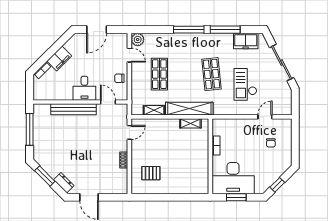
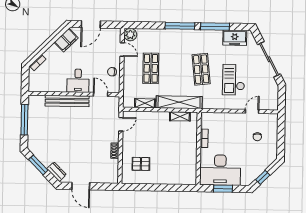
filing cabinet: (59, 58) -> (66, 40), moved

